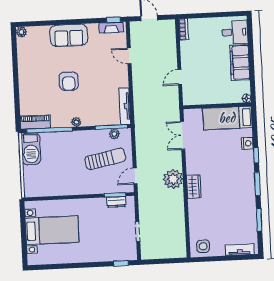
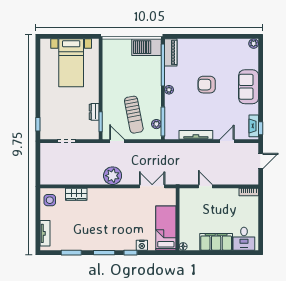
tv unit: (125, 106) -> (196, 135), moved
wardrobe: (194, 187) -> (76, 194), moved
dresser: (116, 202) -> (94, 112), moved

